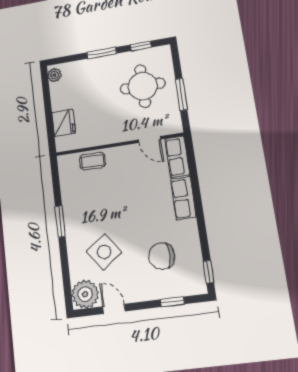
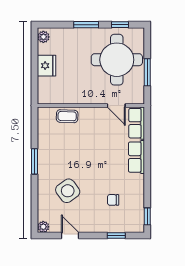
round table: (143, 86) -> (117, 60), width x1.36, depth x1.36
fridge: (64, 123) -> (47, 66), moved
chair: (162, 256) -> (113, 200), width x0.54, depth x0.54
plant: (85, 294) -> (43, 227), width x0.53, depth x0.53

